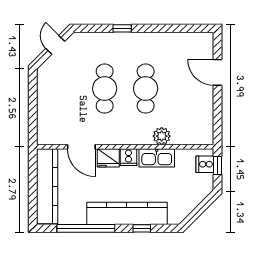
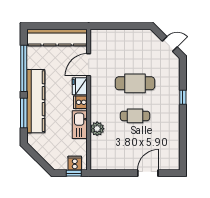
cafe table: (146, 89) -> (135, 116), width x0.73, depth x0.74
window: (142, 228) -> (24, 113), width x2.17

